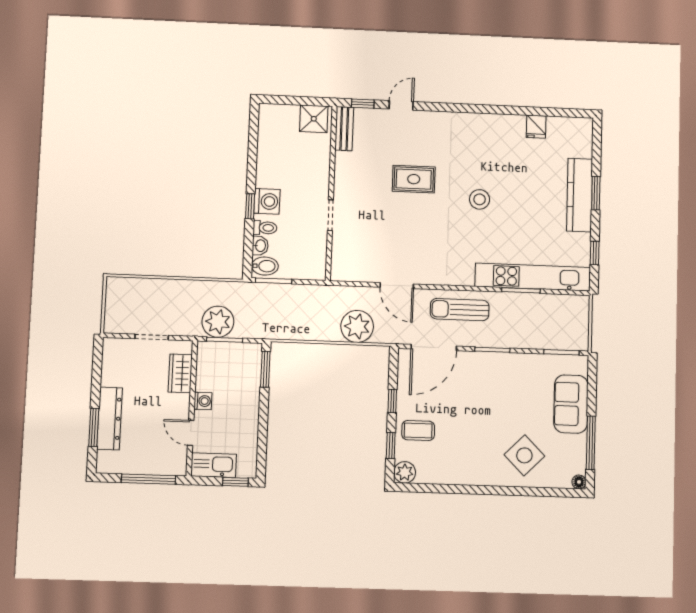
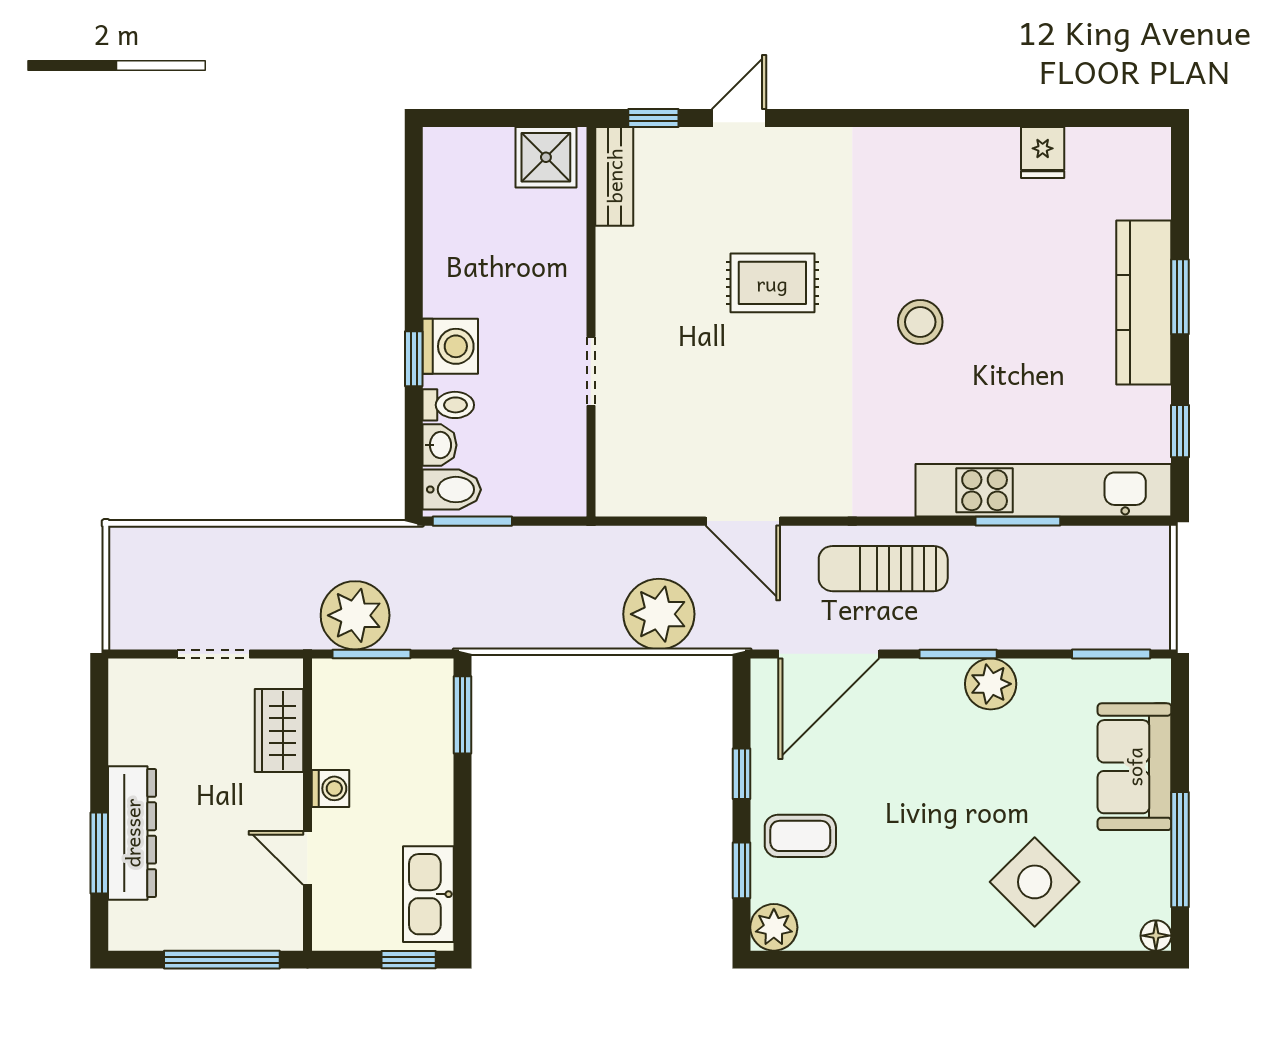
plant: (507, 364) -> (991, 684), added
kitchen sink: (214, 465) -> (428, 894), moved, turned -90

